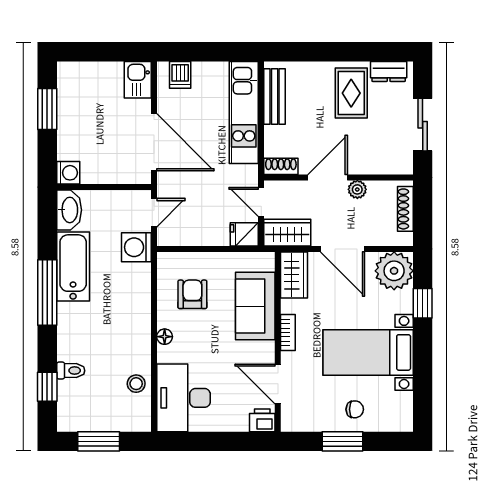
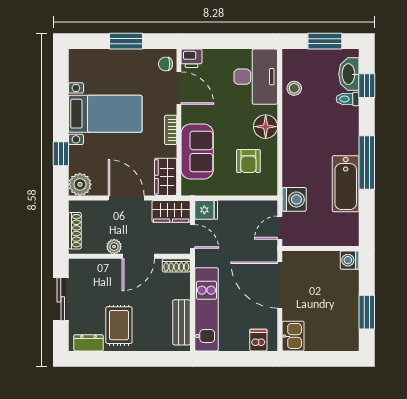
washbasin: (69, 210) -> (349, 74), moved
plant: (394, 271) -> (80, 184), width x0.73, depth x0.73
floor lamp: (165, 337) -> (266, 127), width x1.89, depth x1.89
chair: (355, 409) -> (165, 64), moved

